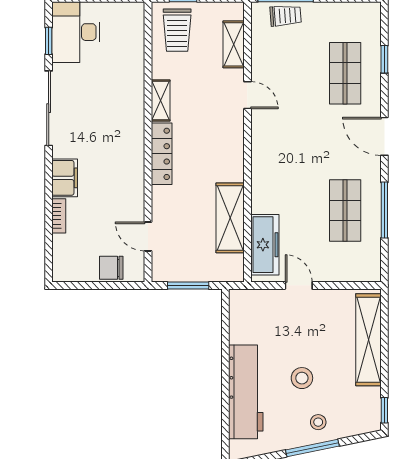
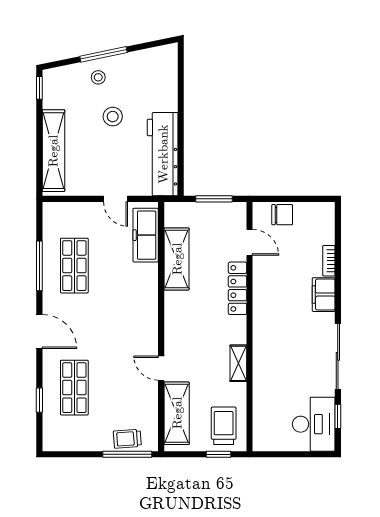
shelving: (234, 44) -> (177, 413), width x1.50, depth x1.33
locker: (162, 154) -> (238, 288), moved
workbench: (246, 392) -> (163, 154), moved

